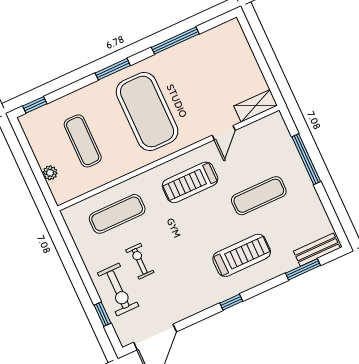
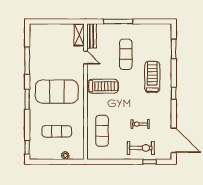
treadmill: (190, 182) -> (103, 86), turned -90
bench: (317, 250) -> (91, 36), moved
exercise bike: (140, 261) -> (140, 124), moved

